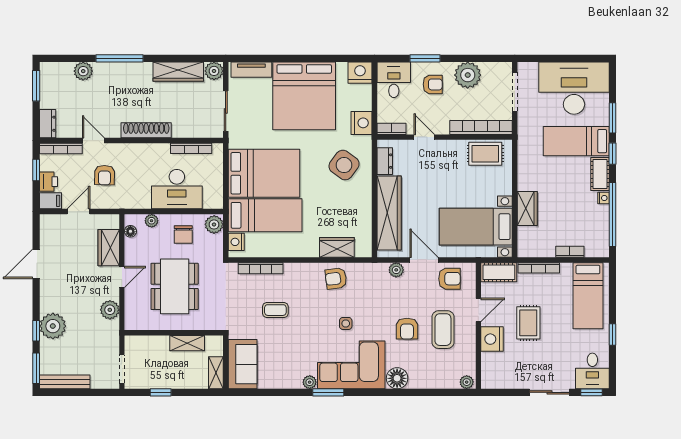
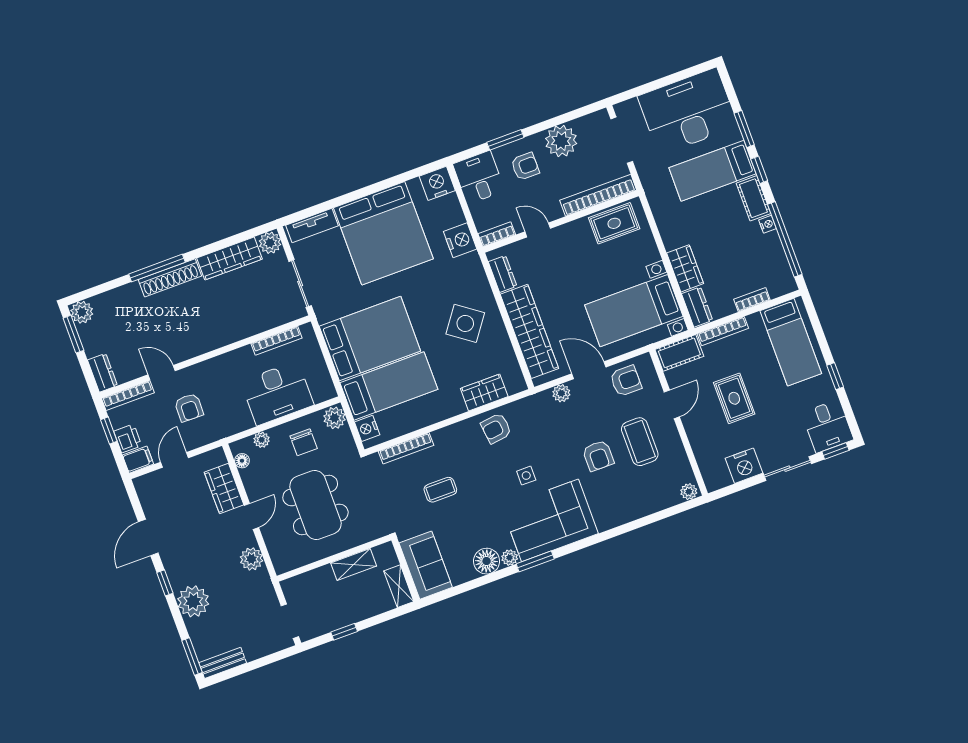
plant: (83, 71) -> (82, 312), moved
shoe rack: (146, 130) -> (170, 278), moved, turned 180
side table: (344, 165) -> (465, 323), moved
dresser: (526, 242) -> (697, 307), added
window: (36, 331) -> (165, 583), moved
nightstand: (492, 339) -> (744, 466), moved, turned -90
floor lamp: (397, 378) -> (487, 561), moved
bench: (65, 382) -> (223, 663), width x0.73

